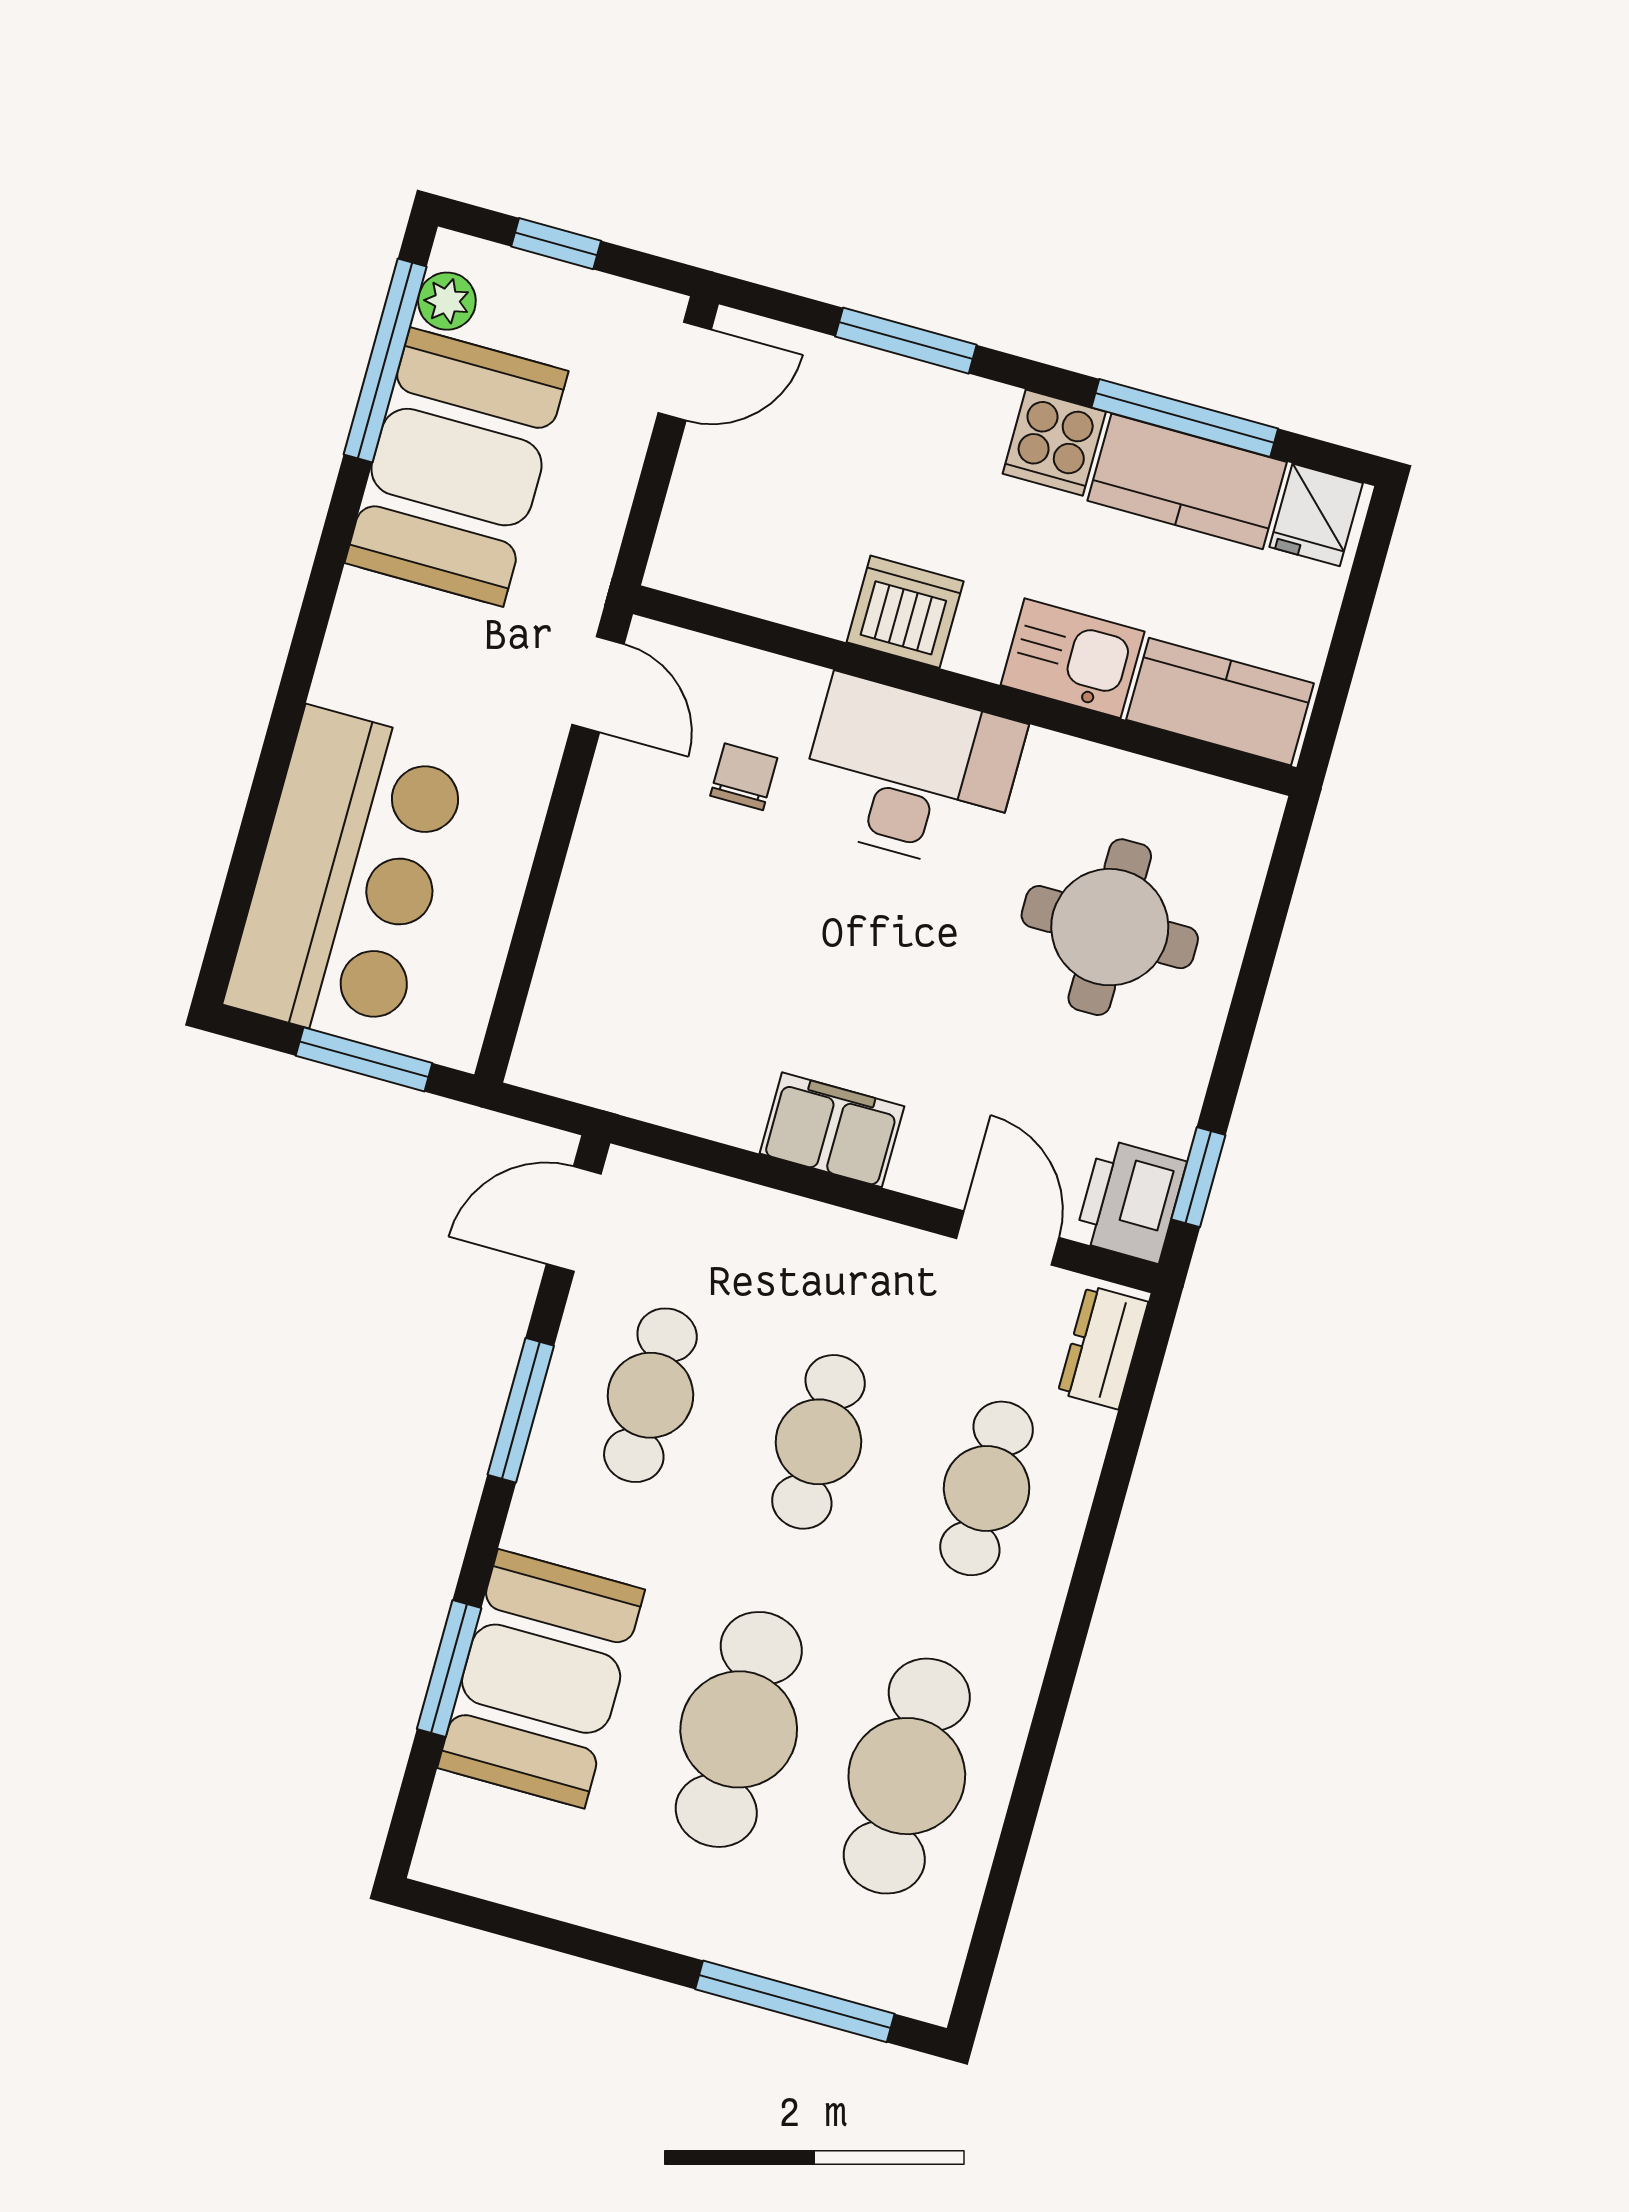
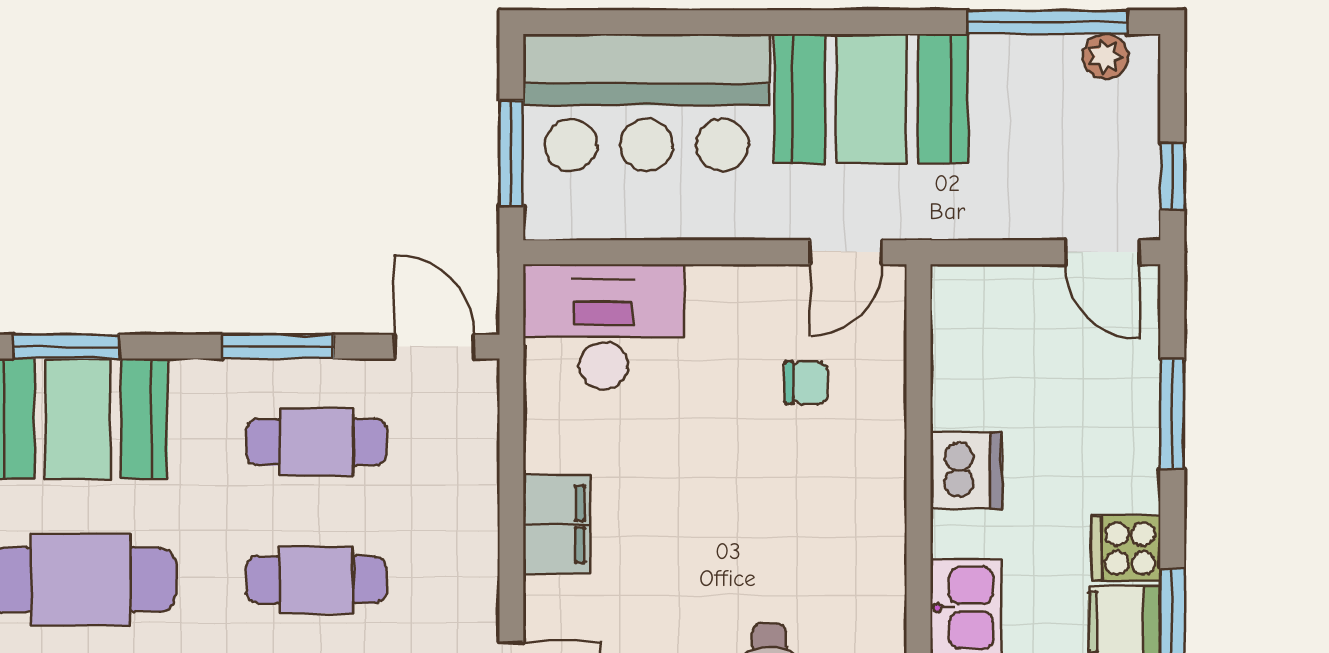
window: (556, 244) -> (1172, 176), moved
booth: (456, 467) -> (871, 99), moved
desk: (910, 774) -> (603, 327), moved, turned -90

